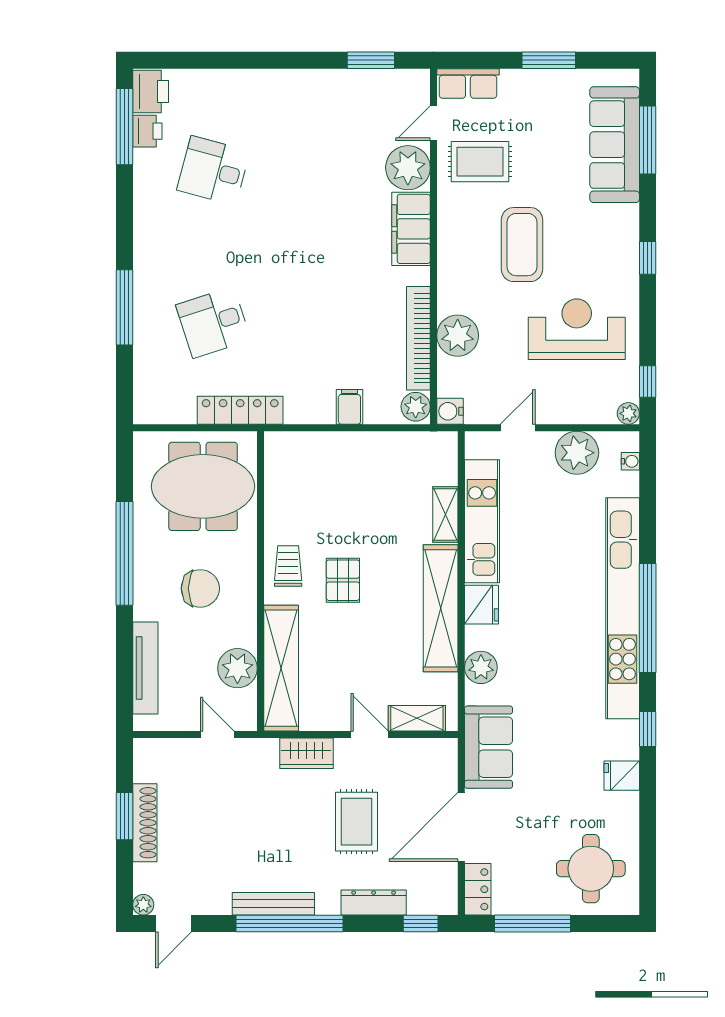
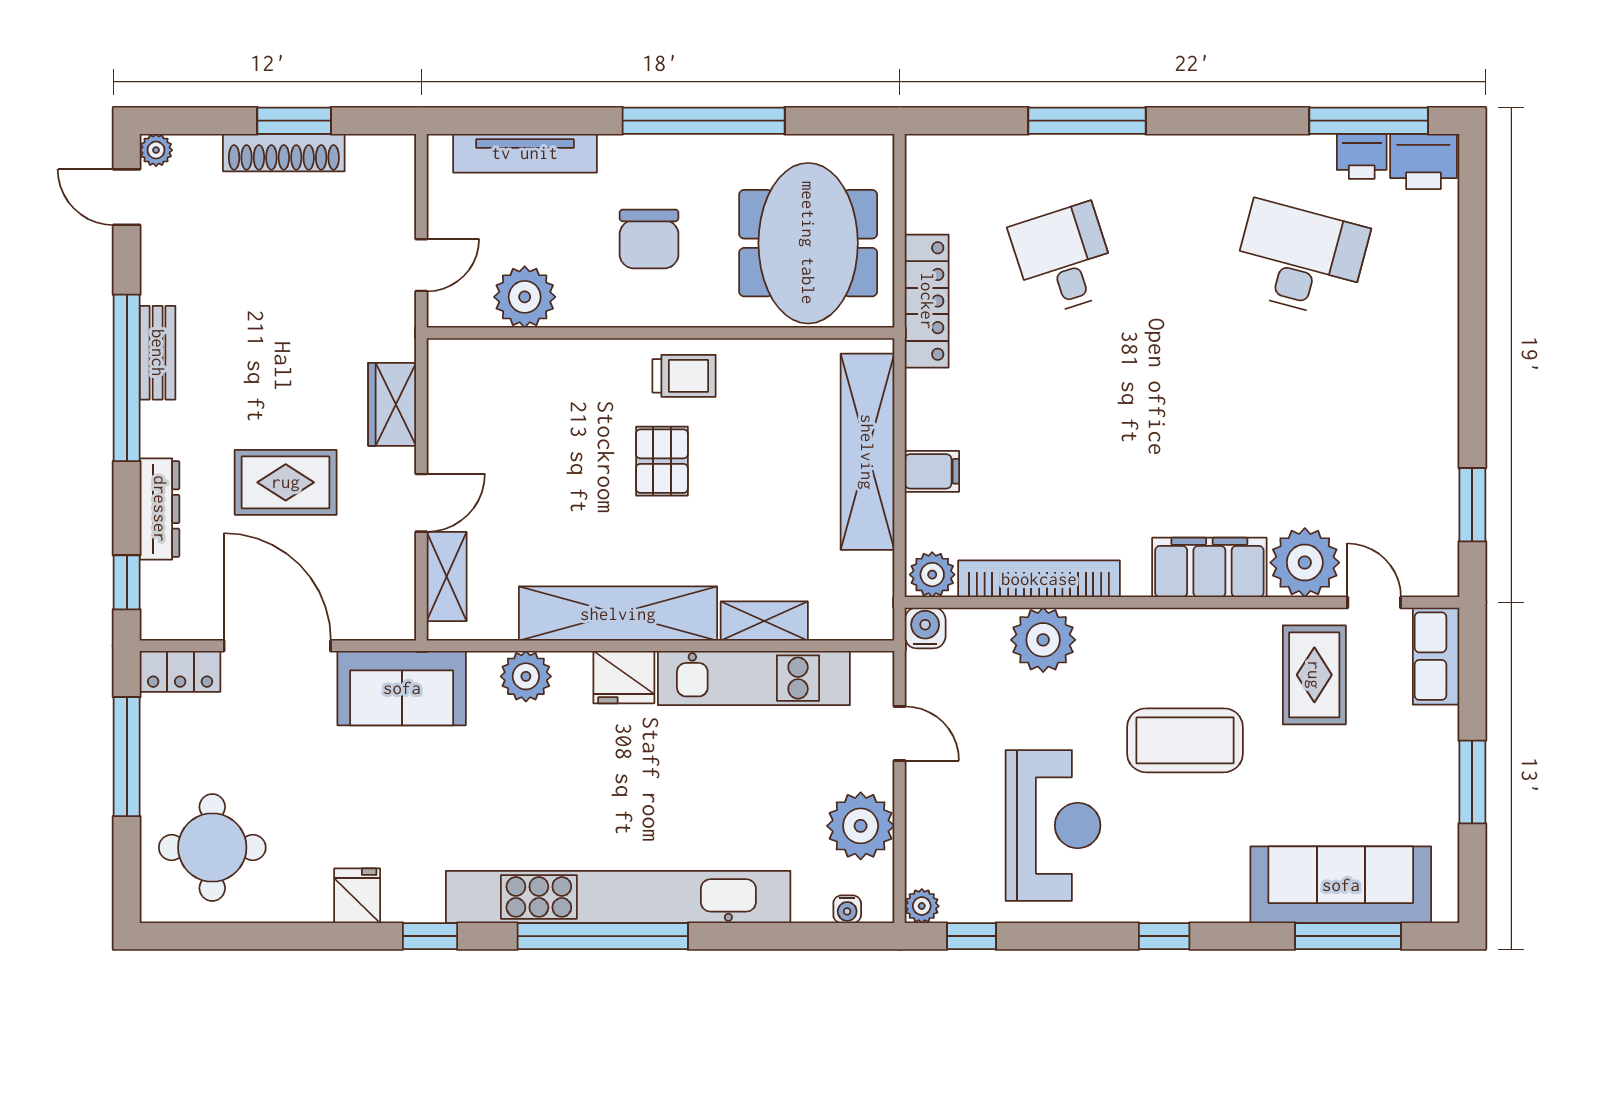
desk: (213, 171) -> (1300, 259), width x1.37
pallet: (343, 580) -> (662, 461), turned 90
shelving: (281, 668) -> (867, 452), moved, turned 90
bench: (273, 904) -> (158, 353), width x0.73

